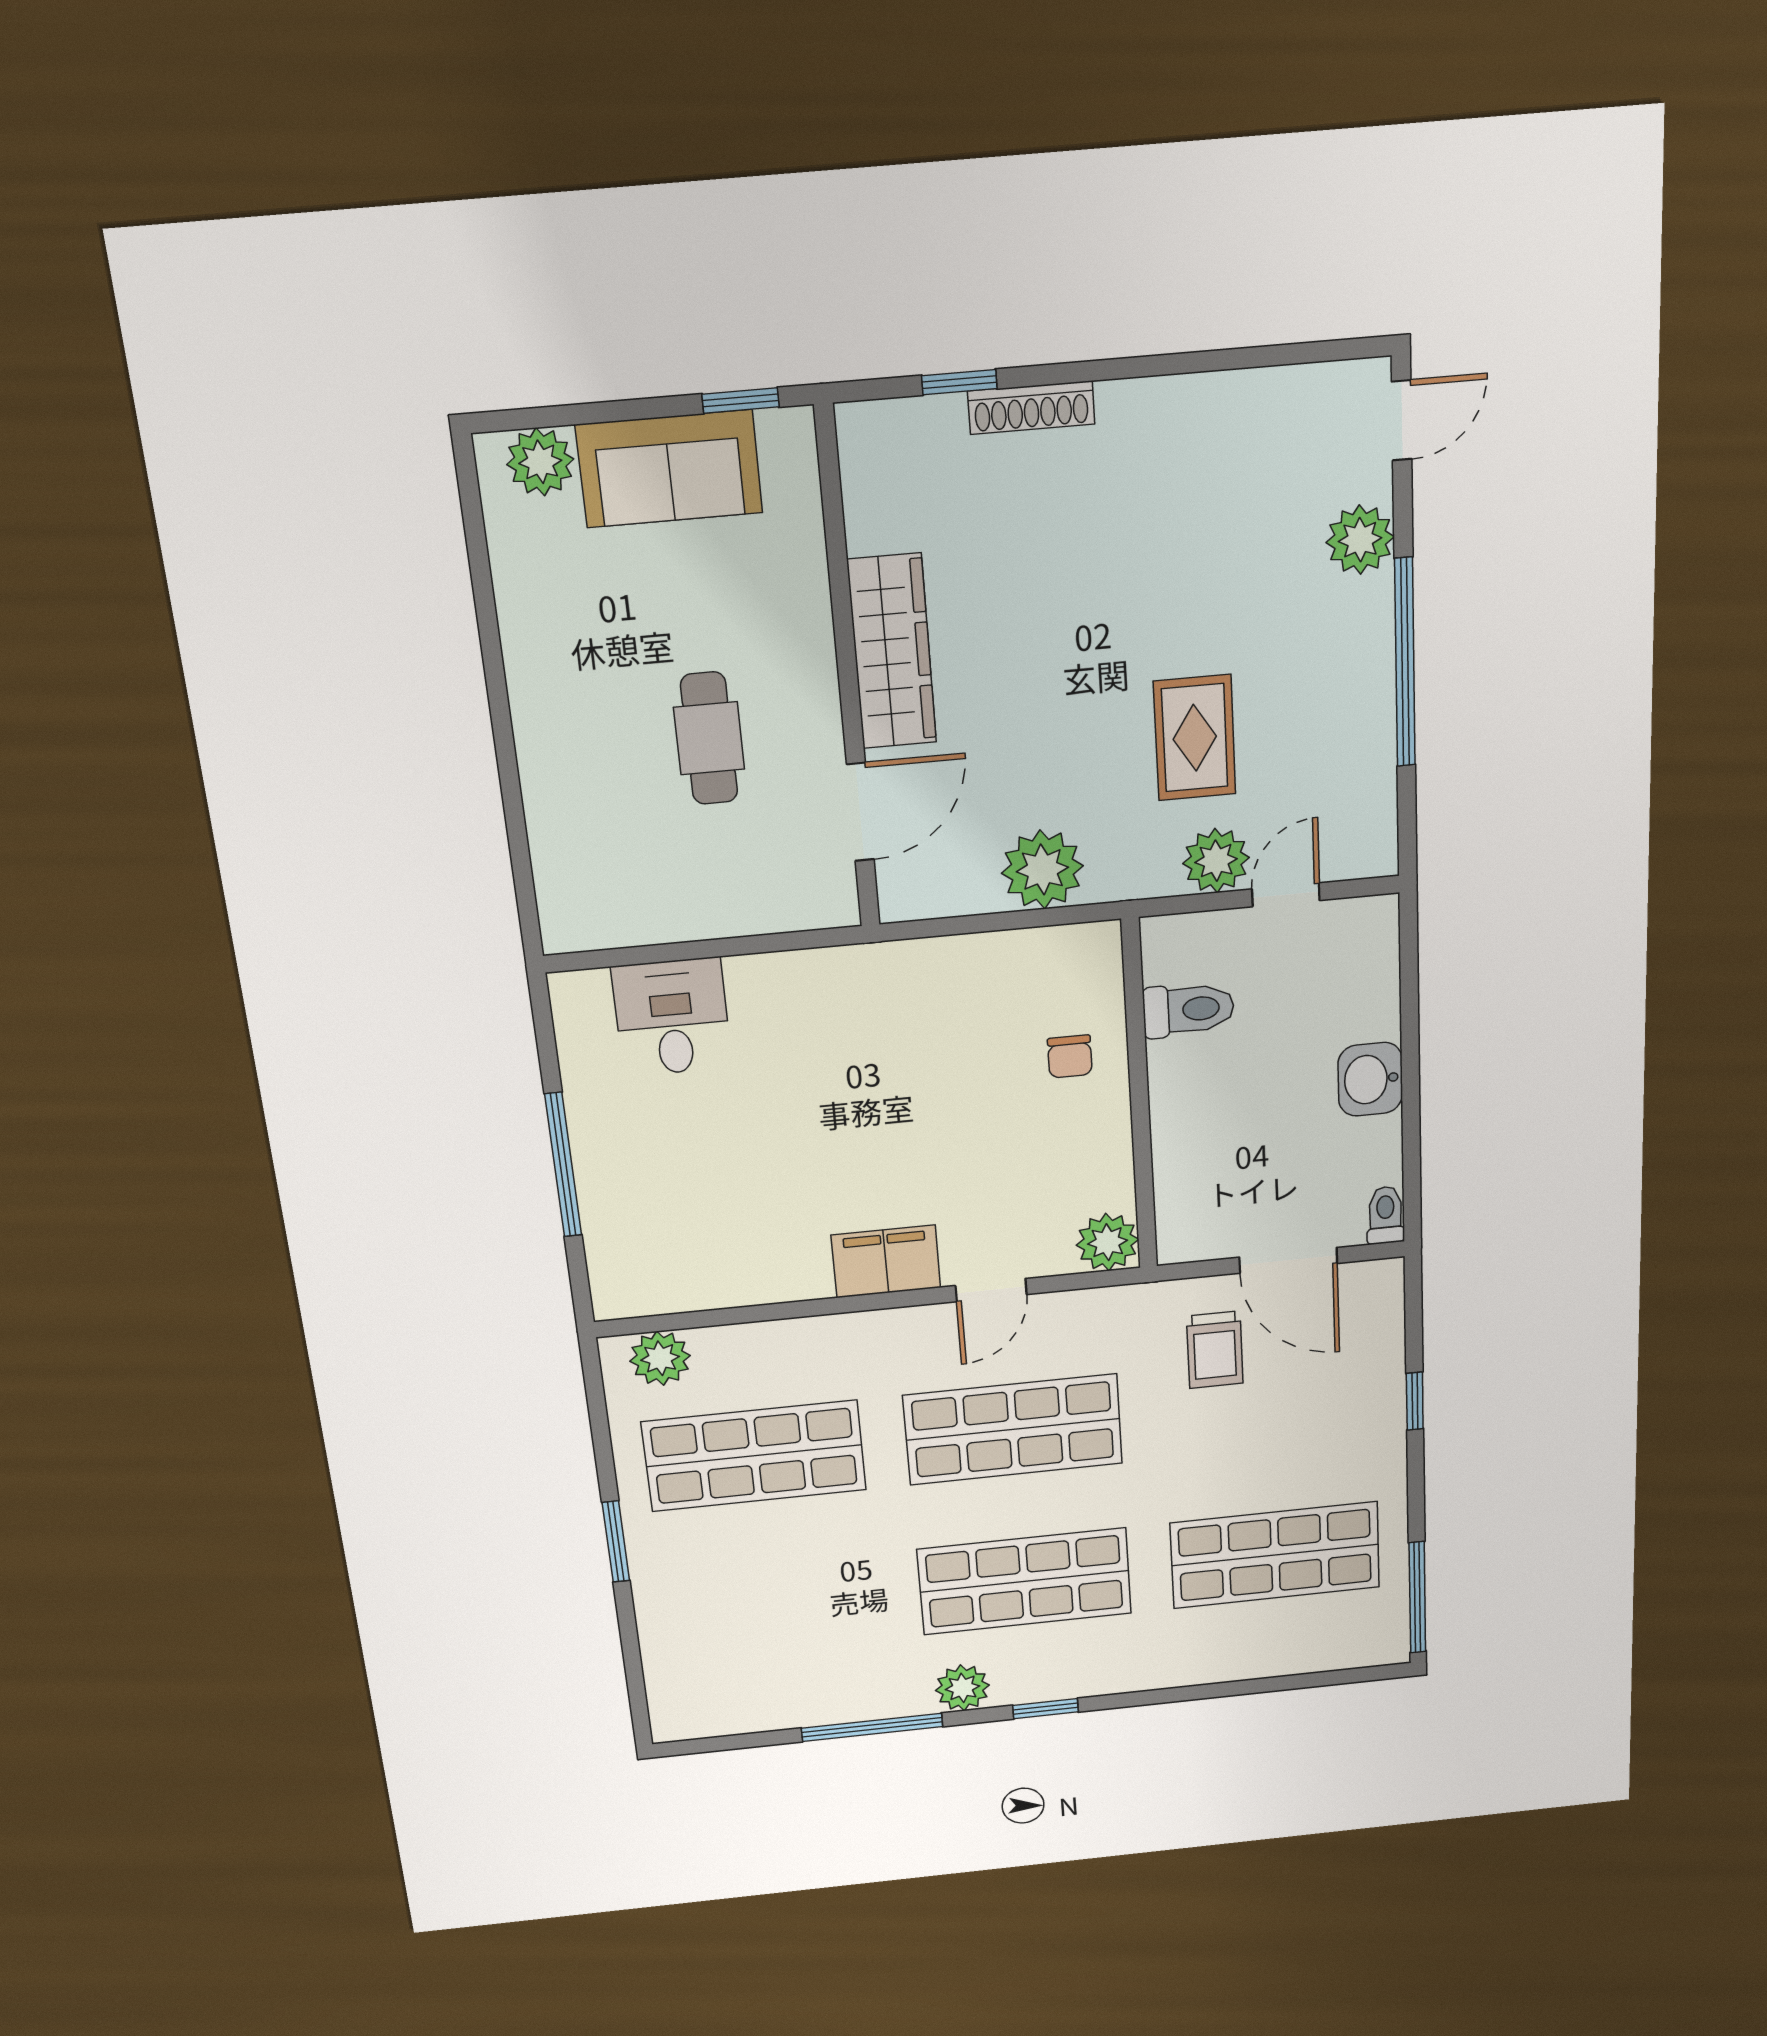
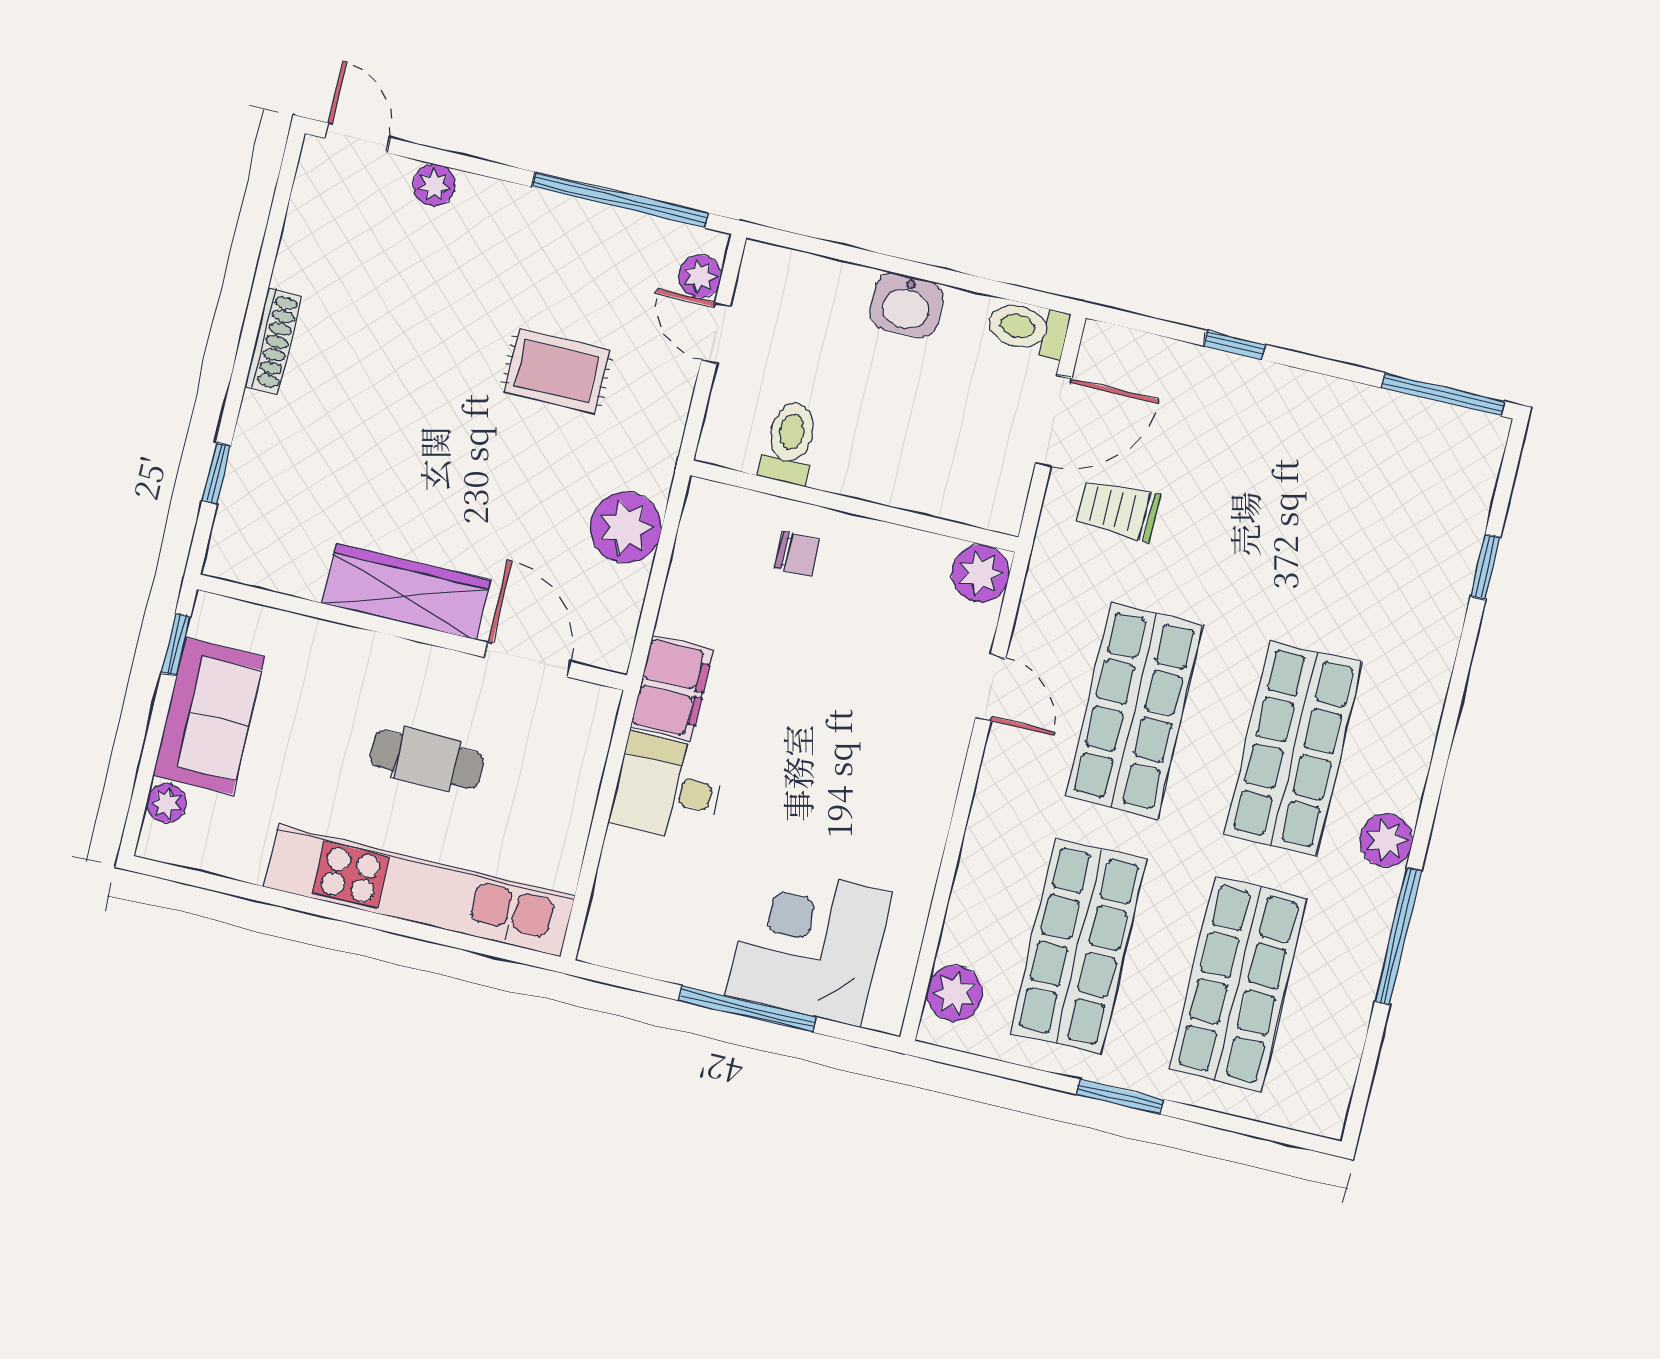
shoe rack: (1031, 408) -> (273, 341), moved
plant: (540, 462) -> (166, 803), width x0.73, depth x0.73
plant: (1360, 540) -> (434, 185), width x0.73, depth x0.73
window: (1405, 663) -> (620, 200), moved
kitchen unit: (557, 779) -> (419, 891), added
plant: (1216, 861) -> (700, 276), moved, width x0.73, depth x0.73
desk: (672, 1017) -> (668, 788), moved
corner desk: (657, 1203) -> (809, 944), added
toilet: (1385, 1215) -> (1028, 328), width x1.37, depth x1.39
filing cabinet: (886, 1261) -> (672, 688), moved, turned 180
trolley: (1215, 1350) -> (1119, 510), turned 180
shop shelf: (1275, 1555) -> (1238, 984), moved
window: (1046, 1709) -> (1486, 567), moved

